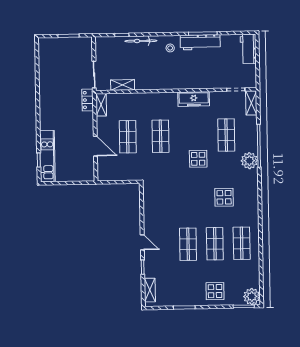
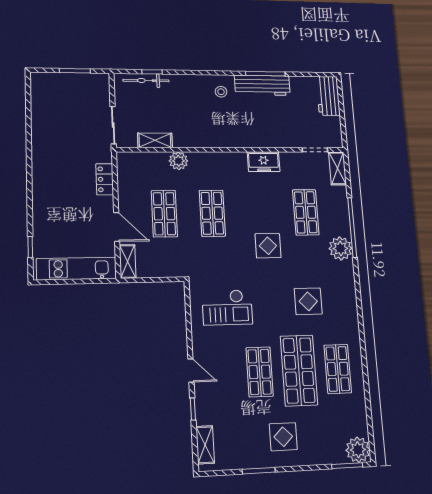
bicycle: (141, 41) -> (146, 81), moved
plant: (138, 99) -> (178, 161), added
freezer: (194, 99) -> (264, 162), width x0.71
locker: (88, 100) -> (105, 179), moved
shelving: (101, 105) -> (128, 261), moved
kitchen unit: (47, 156) -> (77, 269), moved, turned -90
checkout: (168, 201) -> (227, 307), added
shop shelf: (215, 244) -> (299, 370), width x1.43, depth x1.36
display table: (215, 291) -> (283, 437), moved

